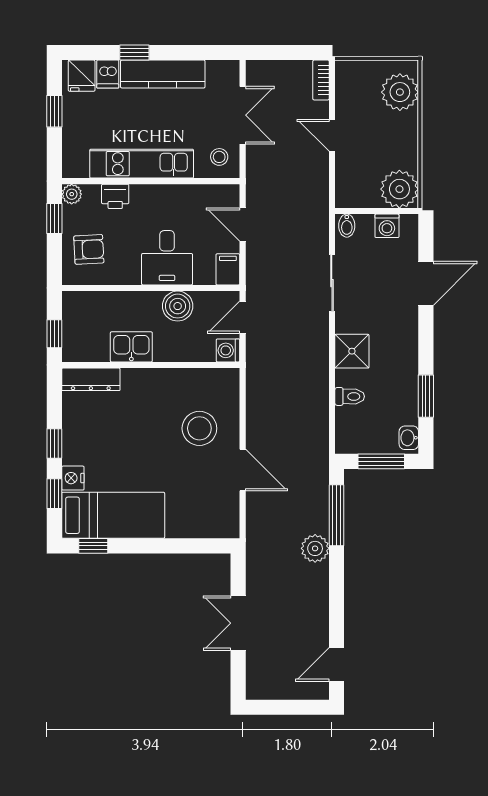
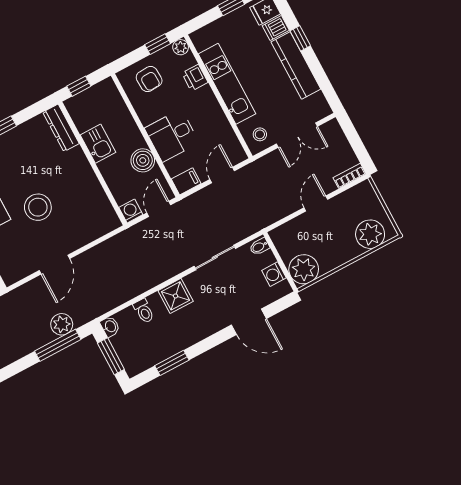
door: (243, 317) -> (159, 209), hinge flipped
stool: (199, 428) -> (38, 207), moved
washbasin: (409, 438) -> (110, 326), moved, turned 90
plant: (315, 548) -> (62, 324), moved

